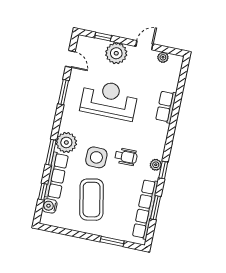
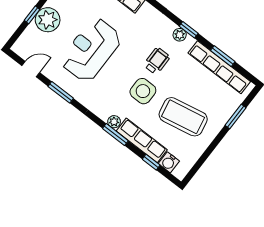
window: (103, 37) -> (32, 15), moved
plant: (66, 142) -> (114, 122), width x0.53, depth x0.53

